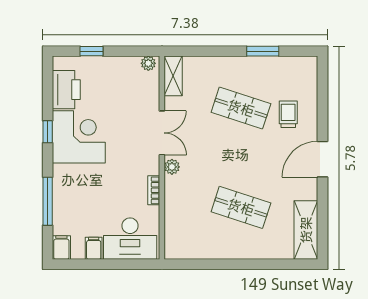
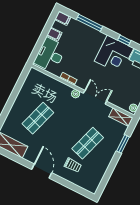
window: (263, 51) -> (123, 144), moved
double door: (162, 133) -> (95, 97), swing flipped

